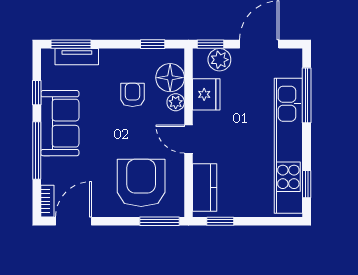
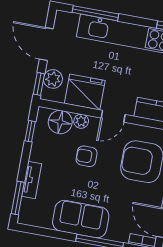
tv unit: (77, 57) -> (32, 180), moved
window: (37, 93) -> (52, 233), removed
fridge: (206, 94) -> (85, 92), width x1.36, depth x1.34
armchair: (132, 95) -> (87, 156), moved

